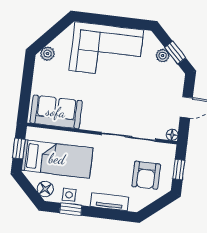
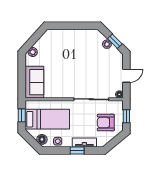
corner sofa: (106, 50) -> (70, 45), removed
sofa: (56, 112) -> (34, 82), moved, turned 90
armchair: (146, 175) -> (106, 123), turned 90
window: (71, 209) -> (77, 150), moved

